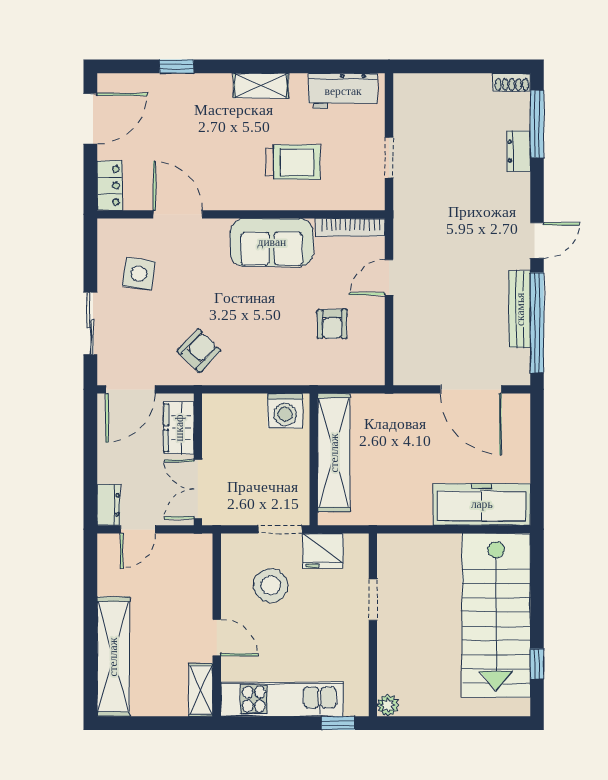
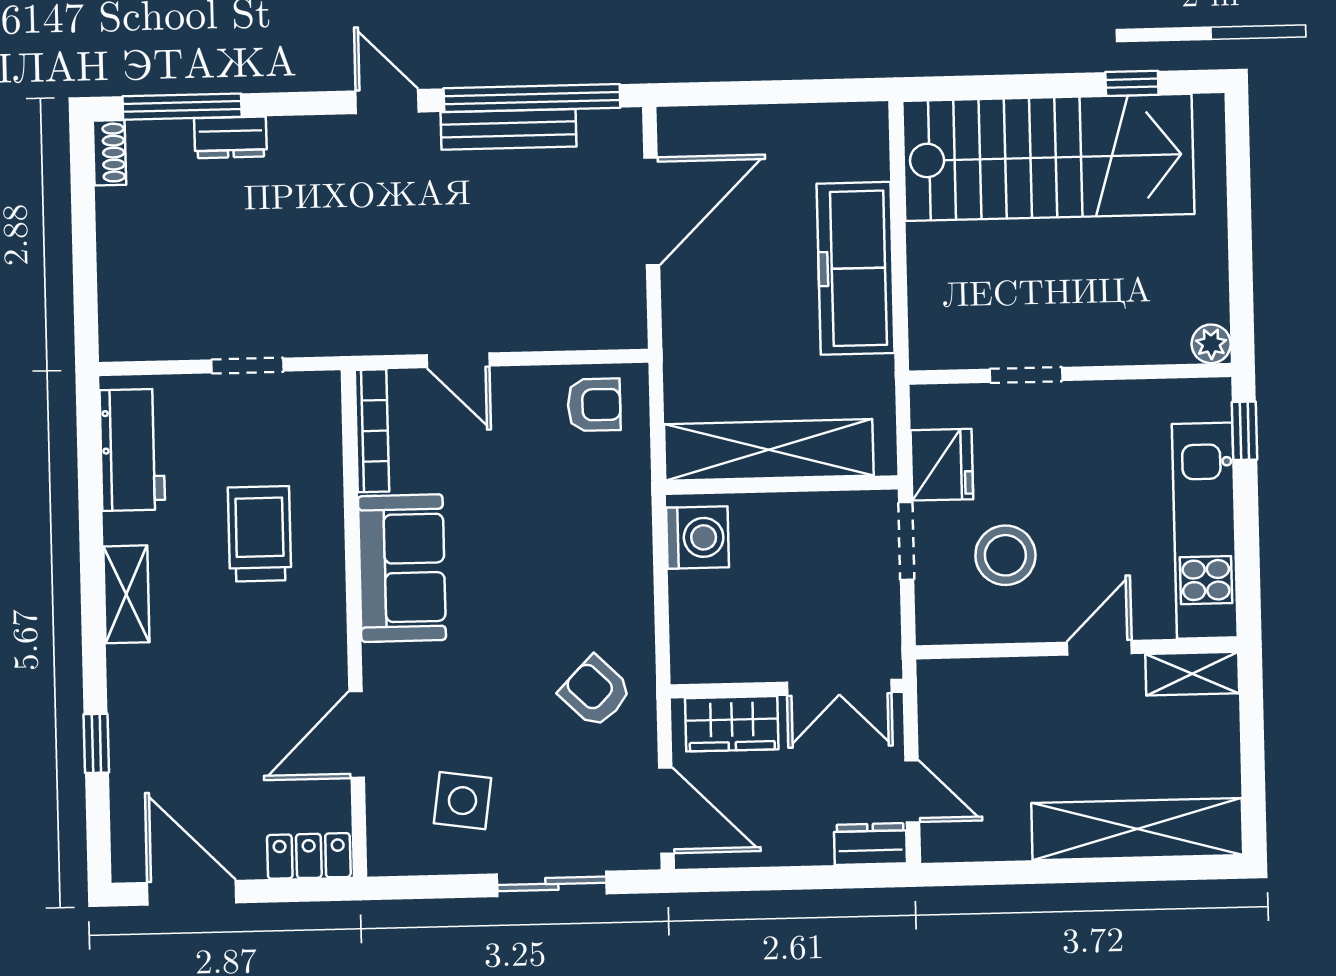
armchair: (332, 324) -> (594, 405), moved
freezer: (482, 504) -> (856, 268), moved

